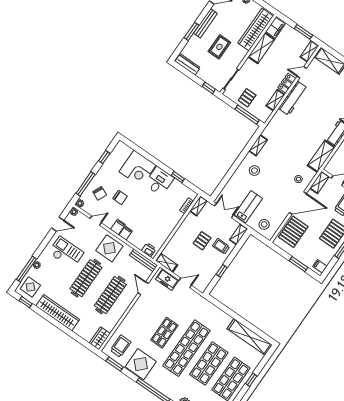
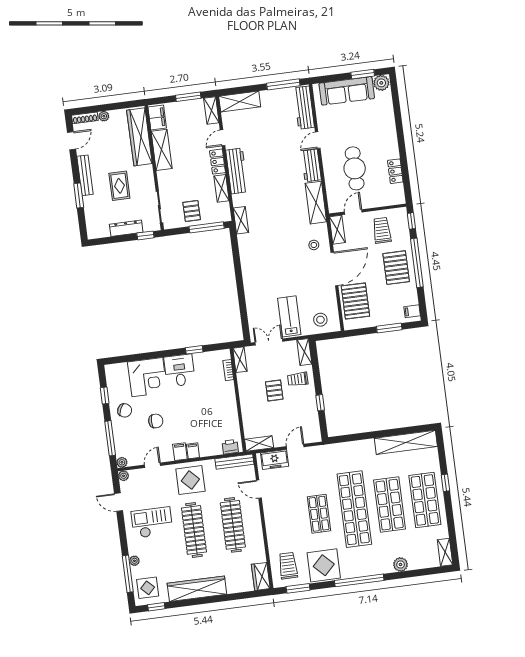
dresser: (188, 64) -> (126, 228), moved
shelving: (258, 145) -> (241, 220), moved
stool: (254, 171) -> (263, 276), removed
chair: (100, 193) -> (125, 410), moved
door: (58, 224) -> (118, 502), swing flipped

